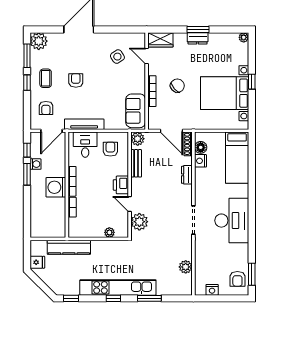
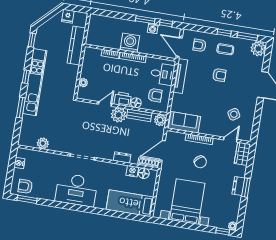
window: (252, 82) -> (223, 231), moved
floor lamp: (123, 169) -> (136, 103), added
plant: (139, 222) -> (119, 115), moved

